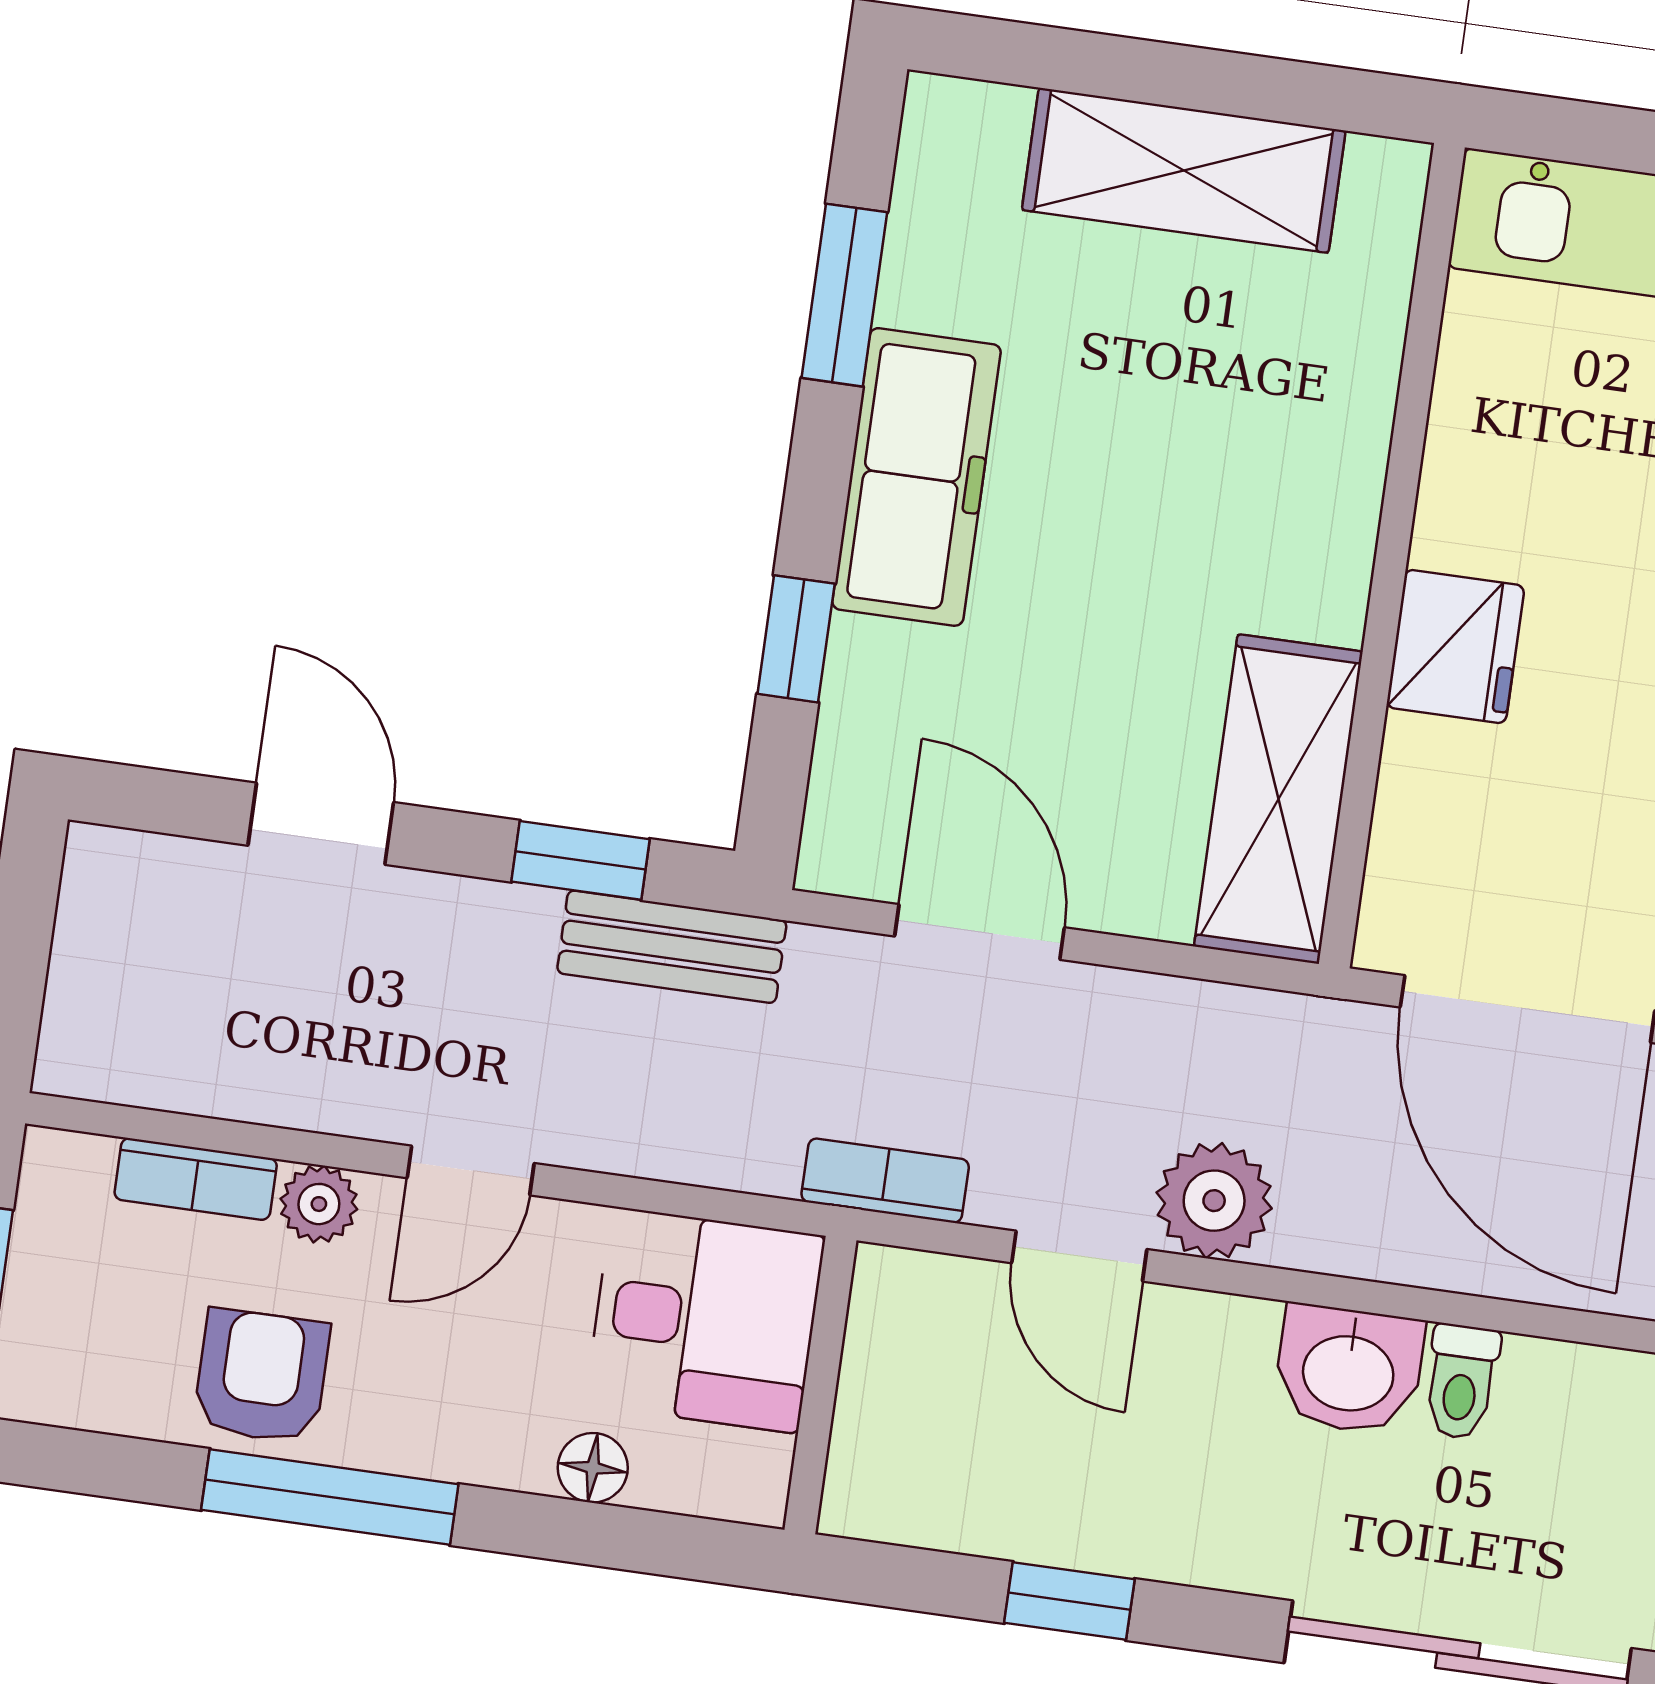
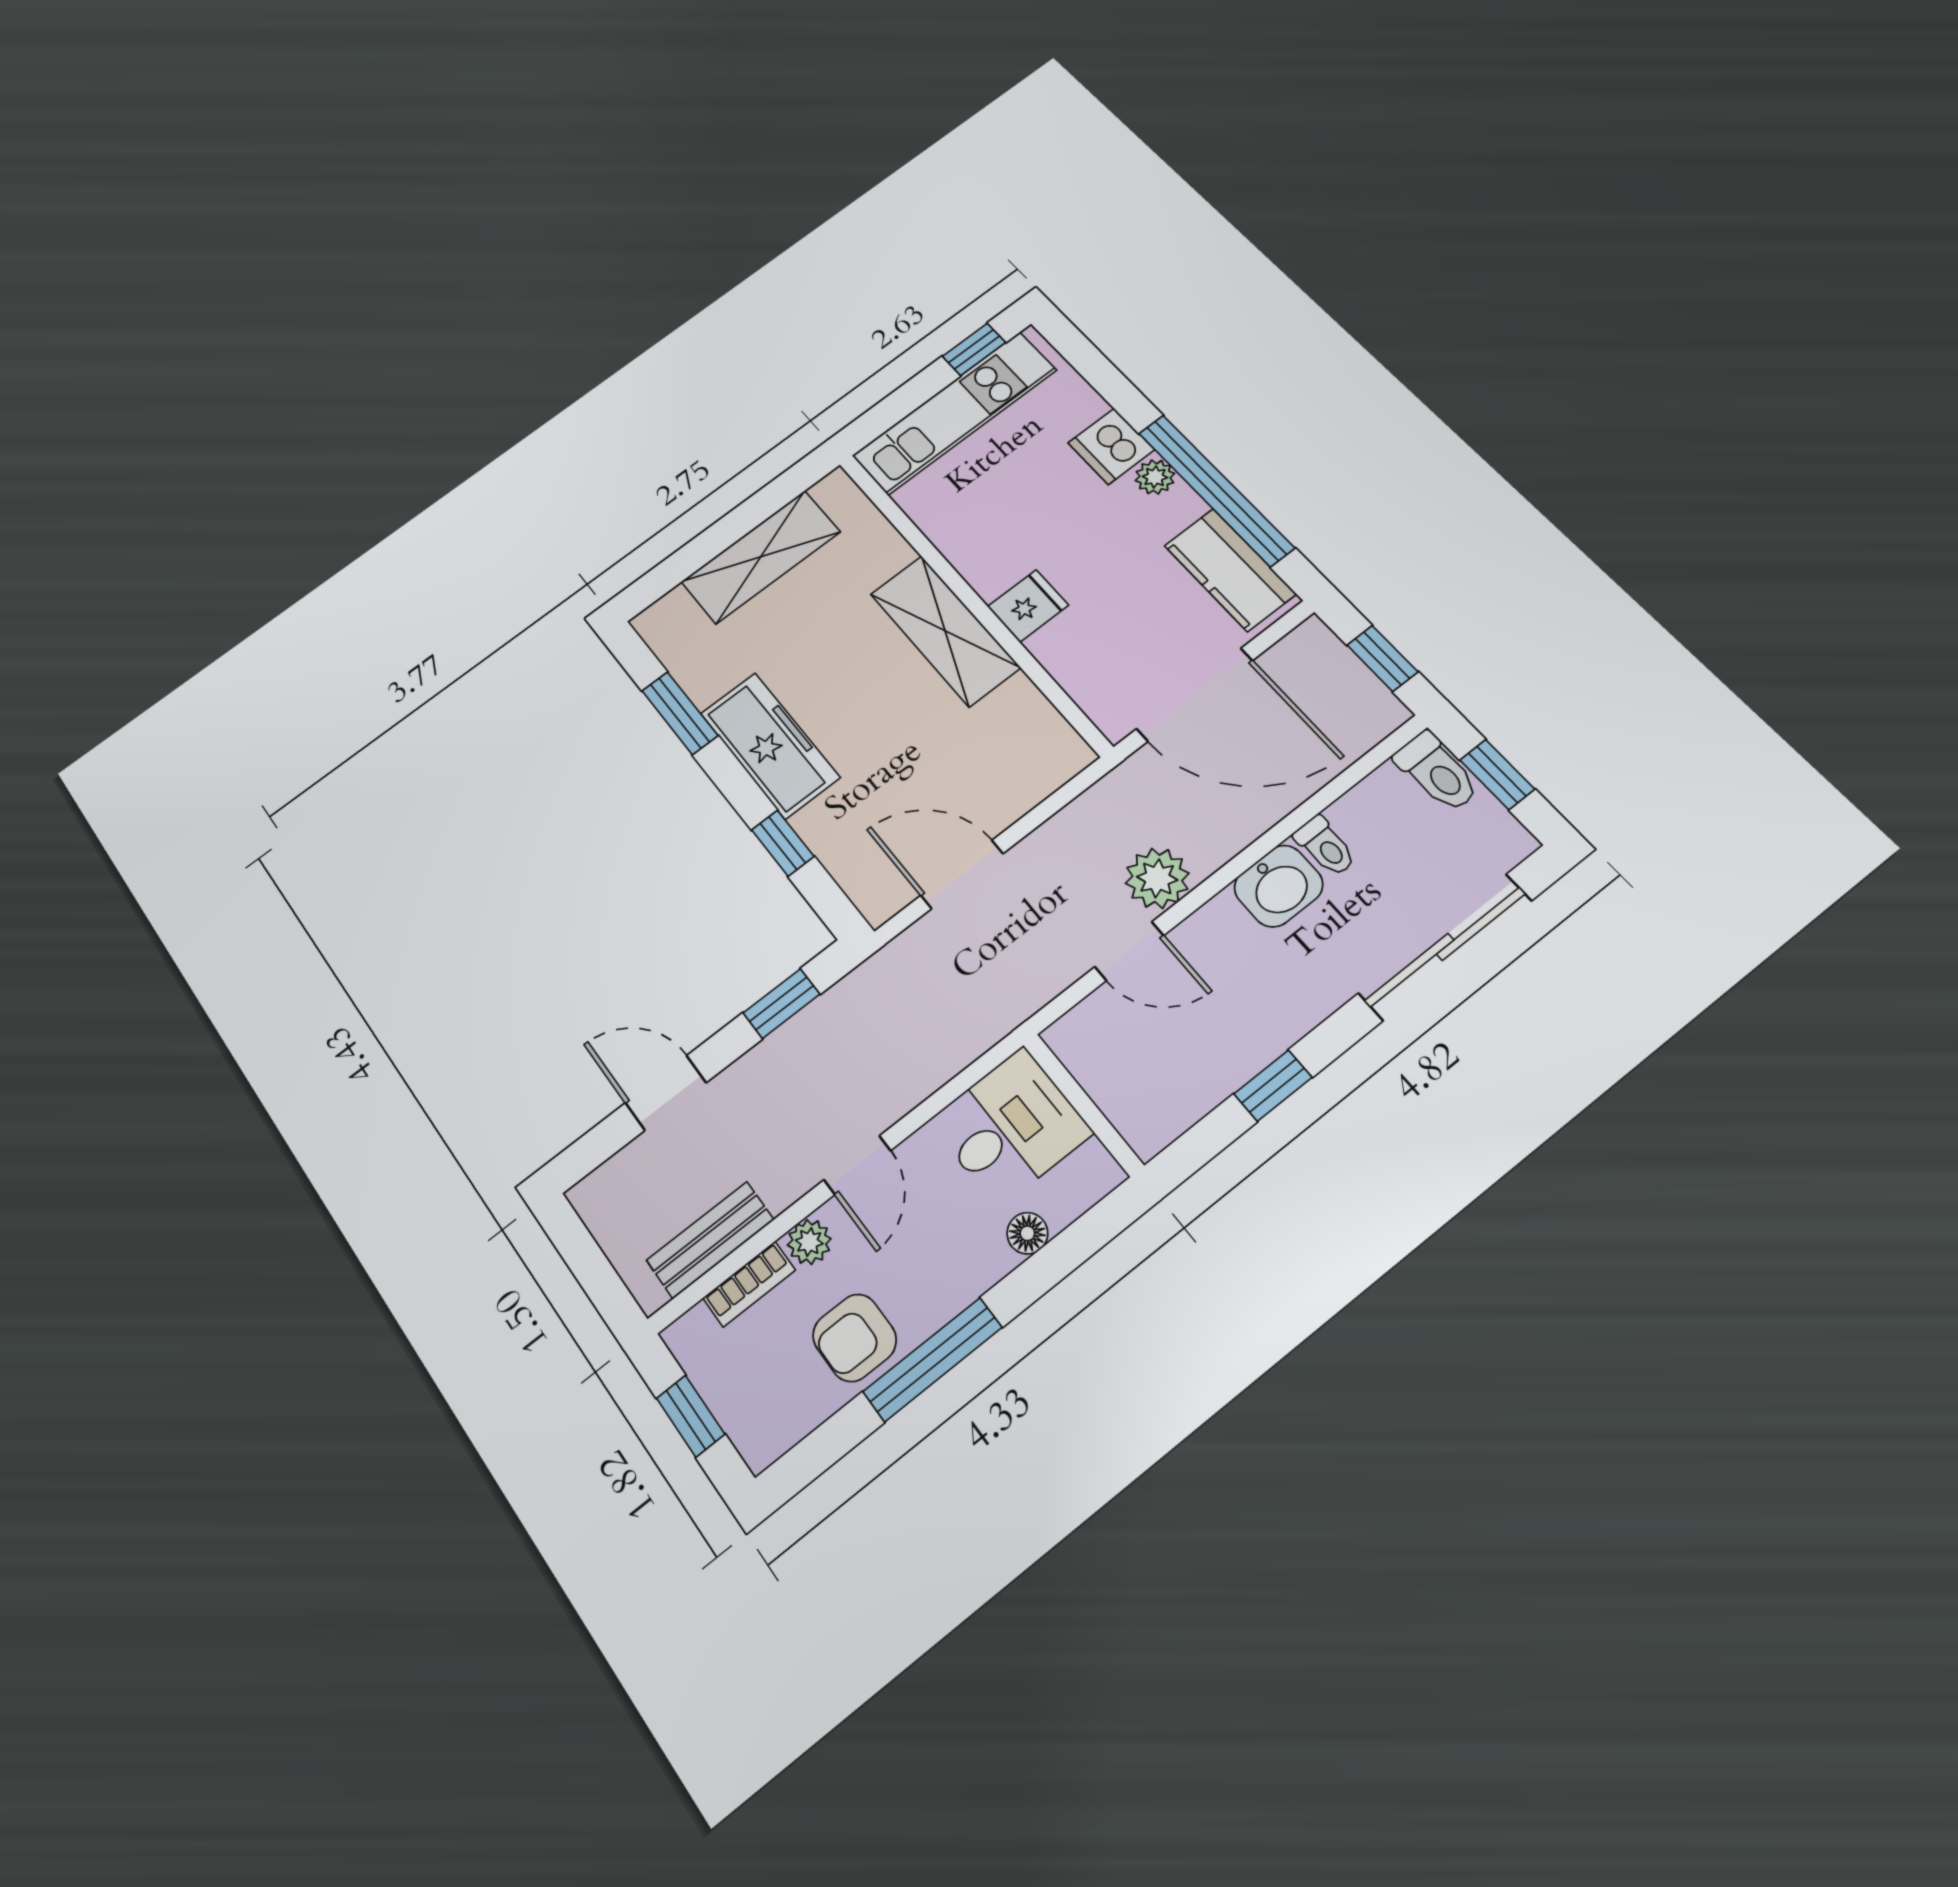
fridge: (1455, 647) -> (1028, 606), width x0.72
shelving: (1278, 799) -> (945, 631), moved
bench: (672, 947) -> (710, 1240), moved
bookcase: (885, 1181) -> (1024, 1001), removed
armchair: (262, 1376) -> (855, 1338), turned -90

